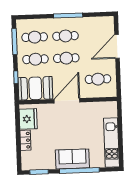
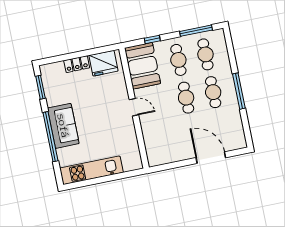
cafe table: (98, 79) -> (167, 141), removed
door: (67, 101) -> (134, 107), width x0.53

